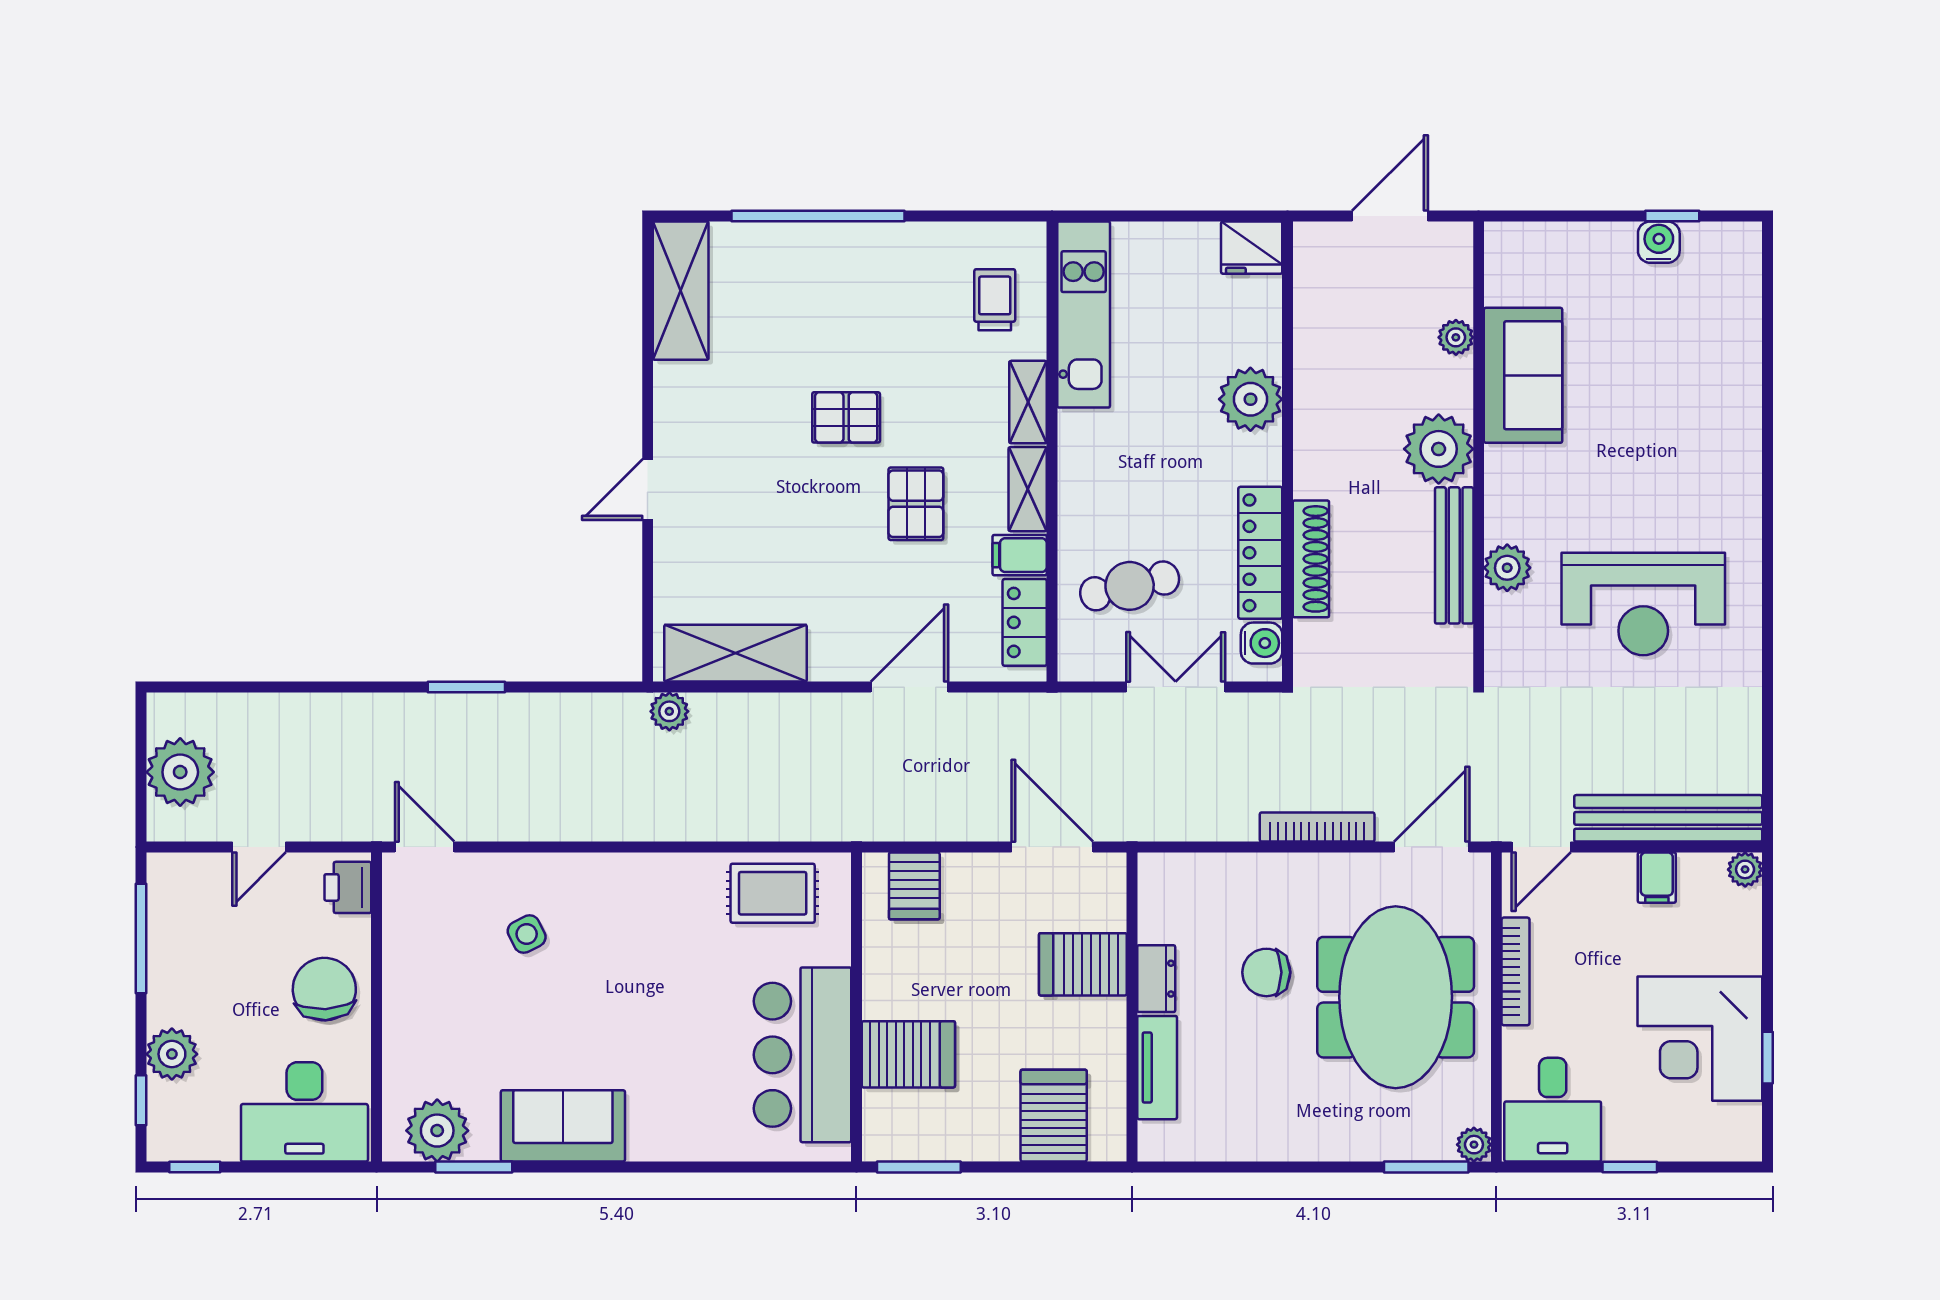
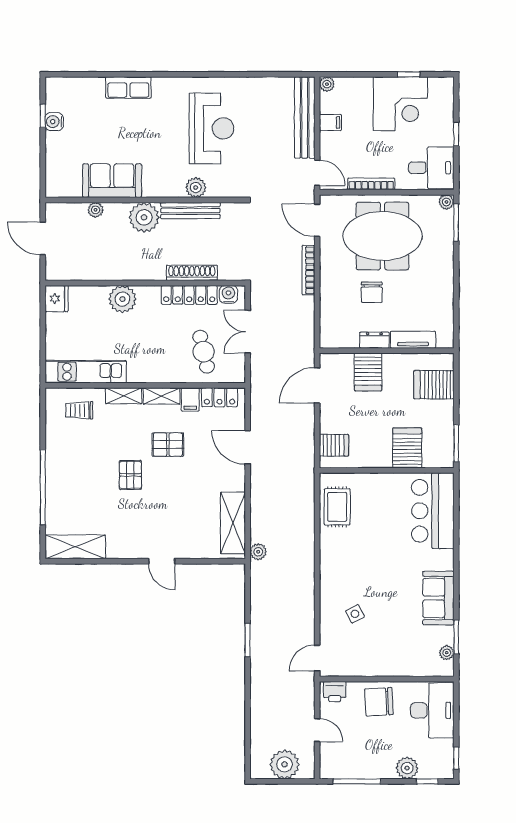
row of seats: (1737, 413) -> (128, 87), added
bar counter: (803, 1055) -> (433, 511), moved, turned 90
plant: (437, 1131) -> (447, 653), width x0.53, depth x0.53

